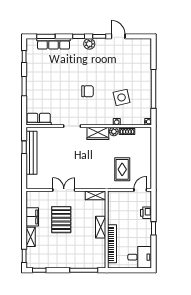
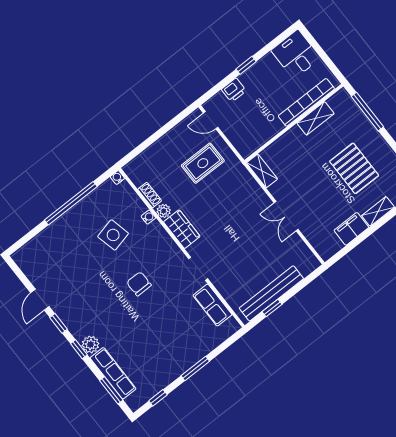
plant: (89, 44) -> (90, 344), moved
row of seats: (39, 119) -> (212, 305), moved
pallet: (61, 220) -> (354, 168), moved, turned 90
shelving: (101, 227) -> (316, 118), moved

